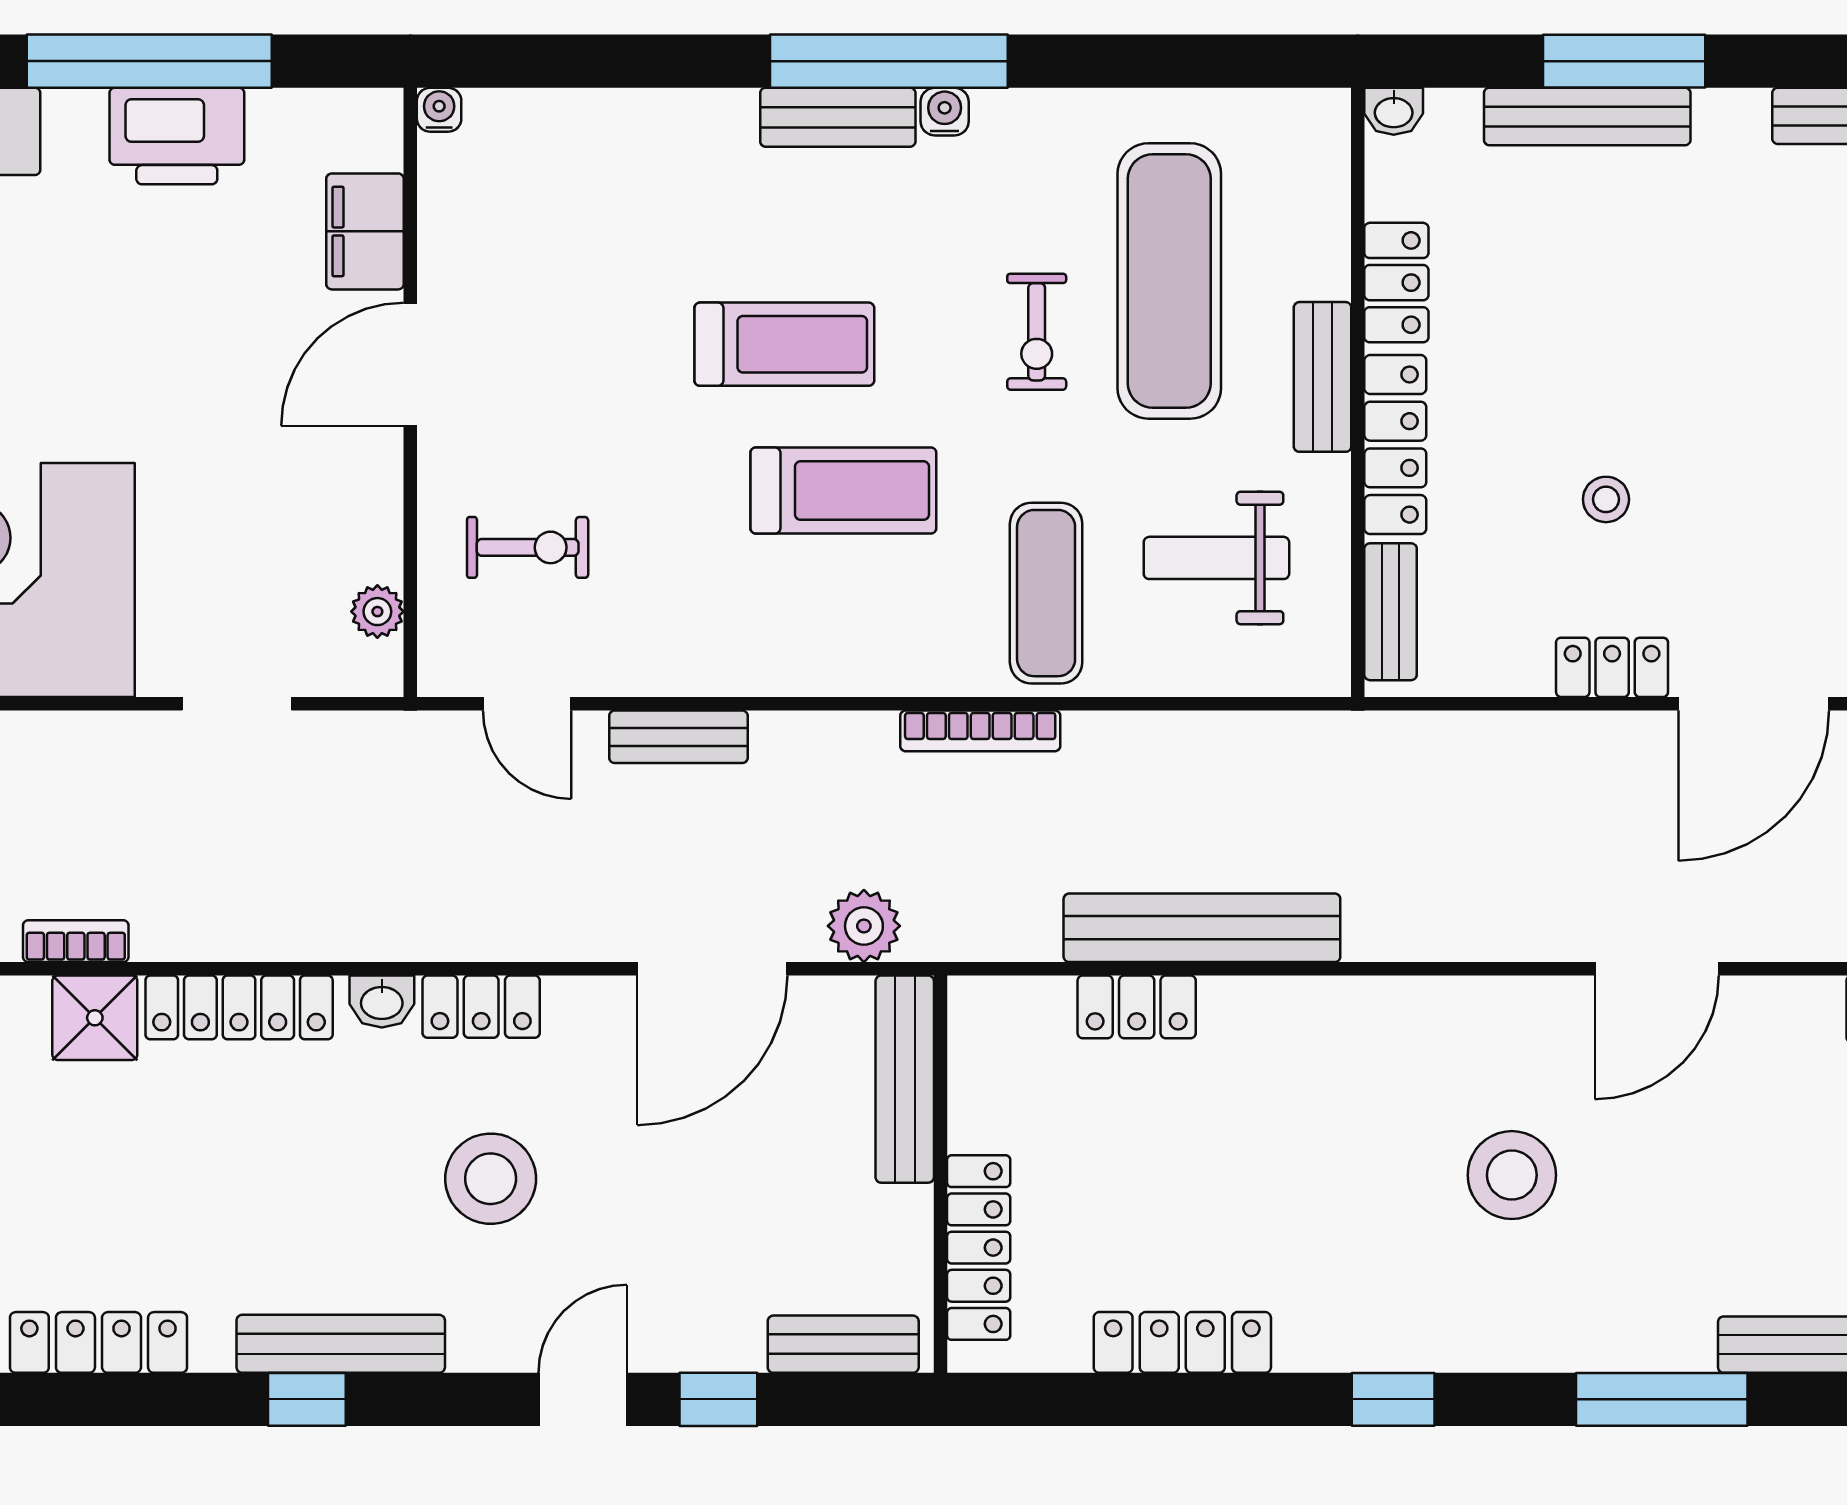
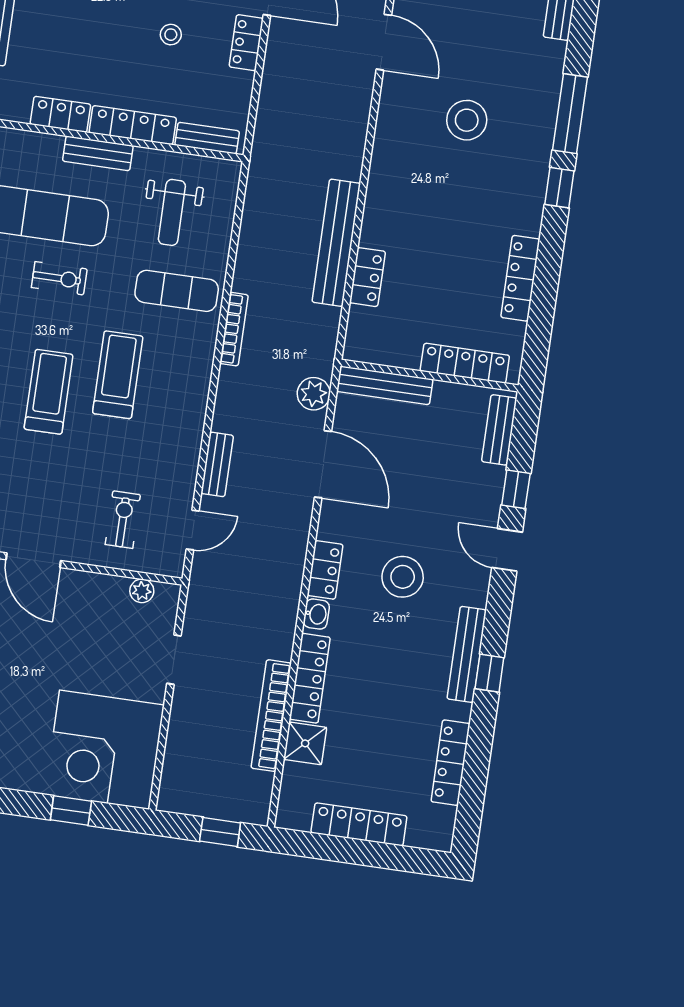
bookcase: (76, 941) -> (271, 716), width x2.31, depth x1.31
window: (1662, 1399) -> (570, 114), moved

